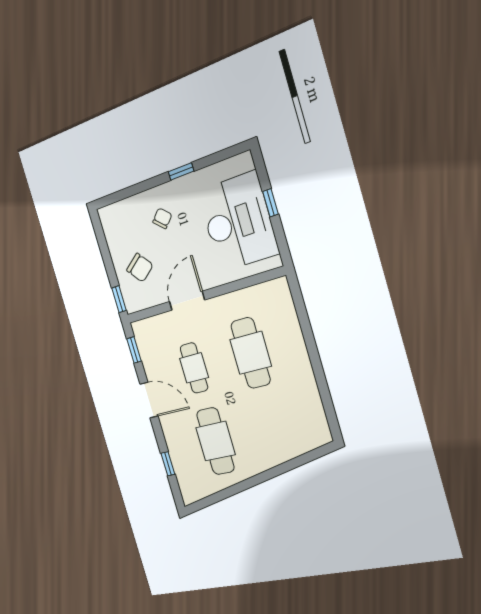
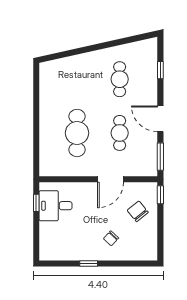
window: (270, 203) -> (36, 203), moved
desk: (238, 222) -> (56, 206), width x0.53, depth x0.77
window: (134, 350) -> (160, 157), width x1.50
cafe table: (215, 441) -> (120, 79), width x0.73, depth x0.74

